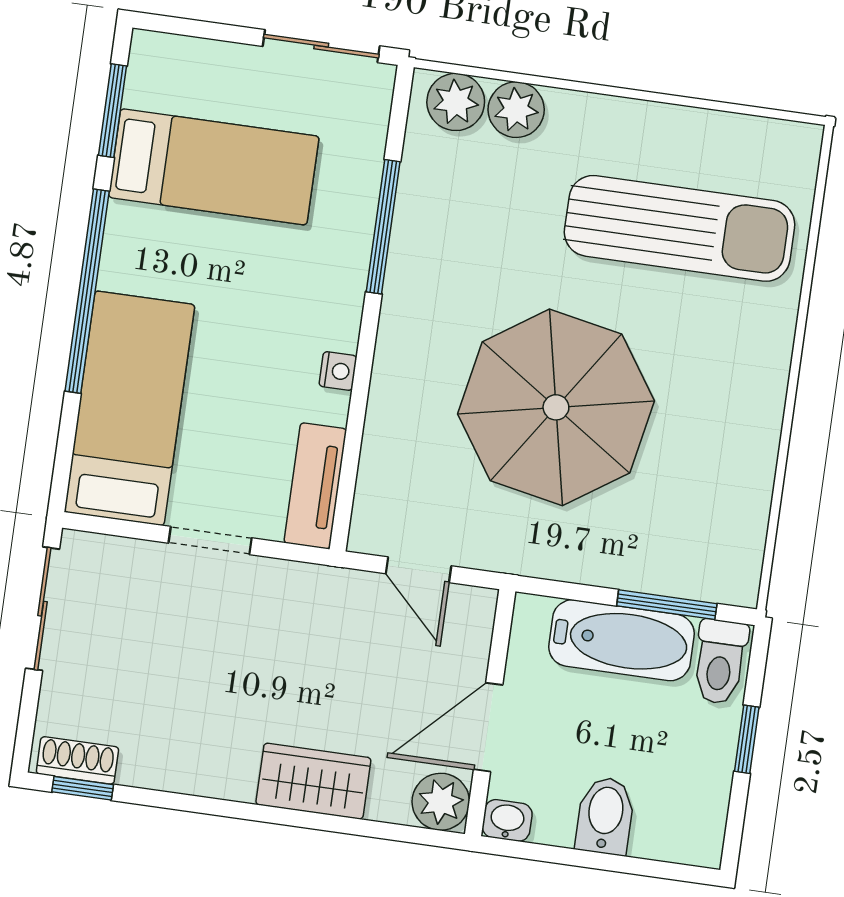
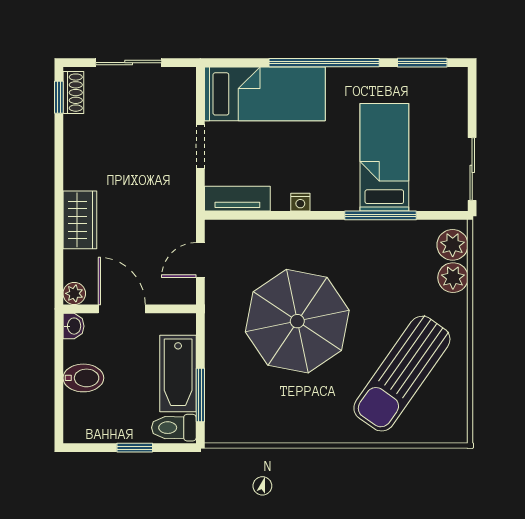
bed: (214, 167) -> (384, 157), moved, turned 180
sun lounger: (680, 228) -> (402, 374), turned 35
sliding door: (43, 609) -> (129, 63), moved
plant: (441, 802) -> (74, 293), width x0.73, depth x0.73

